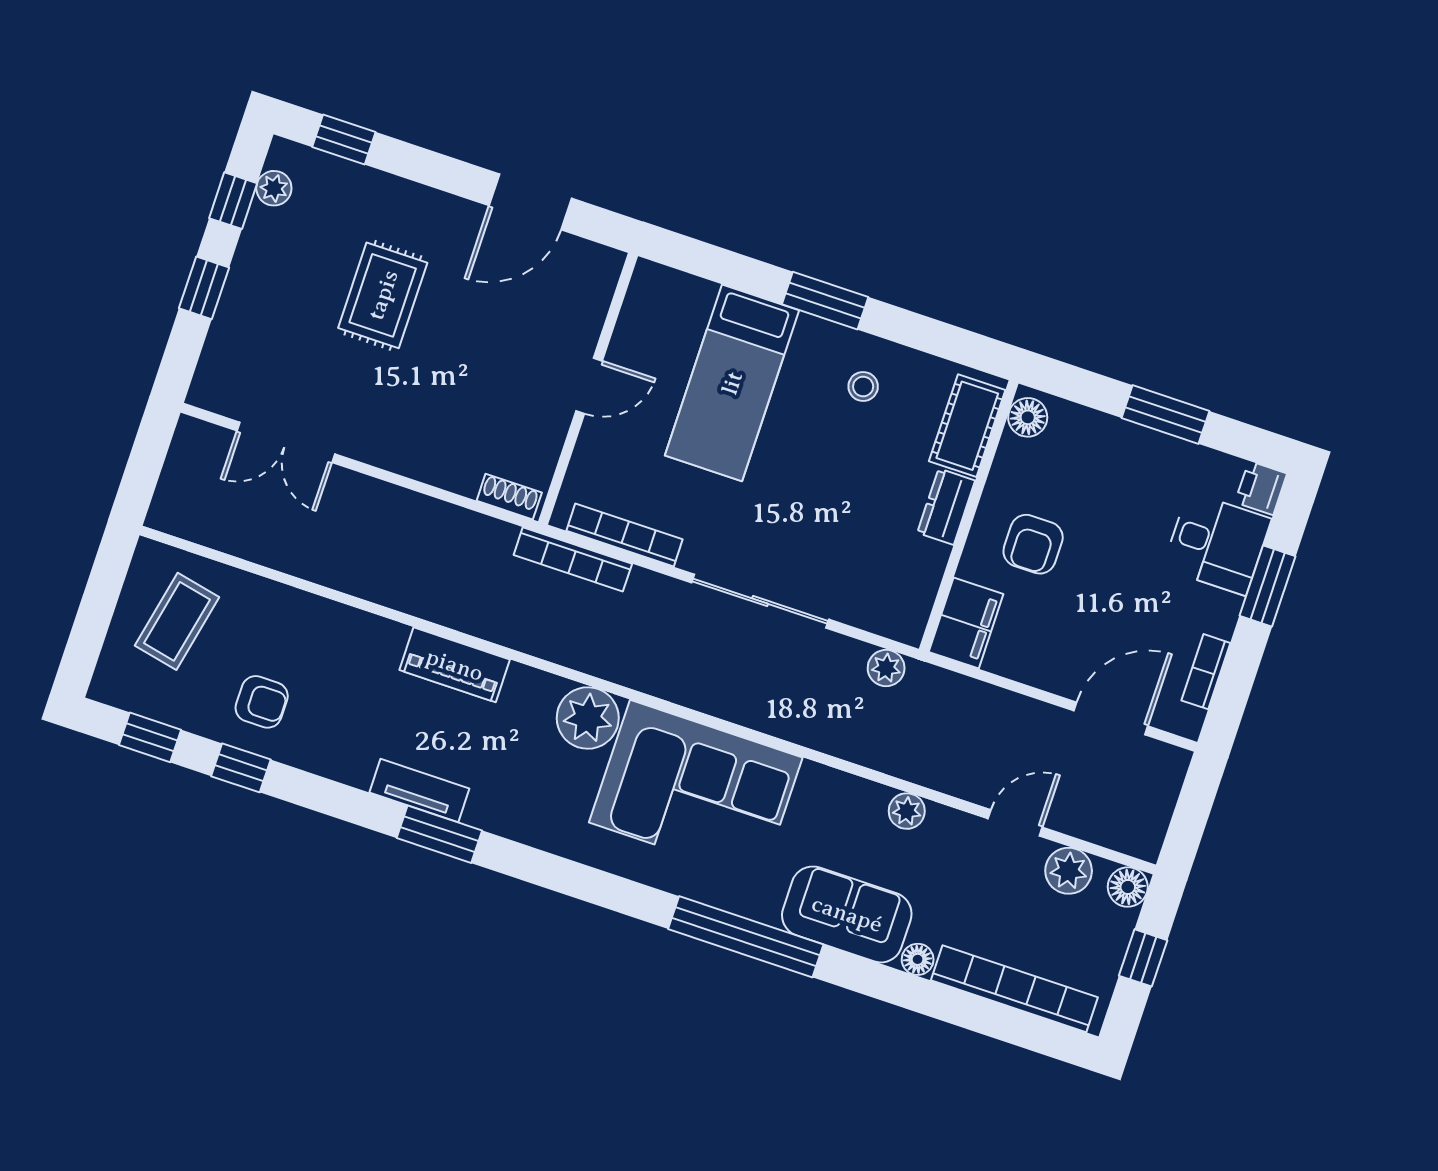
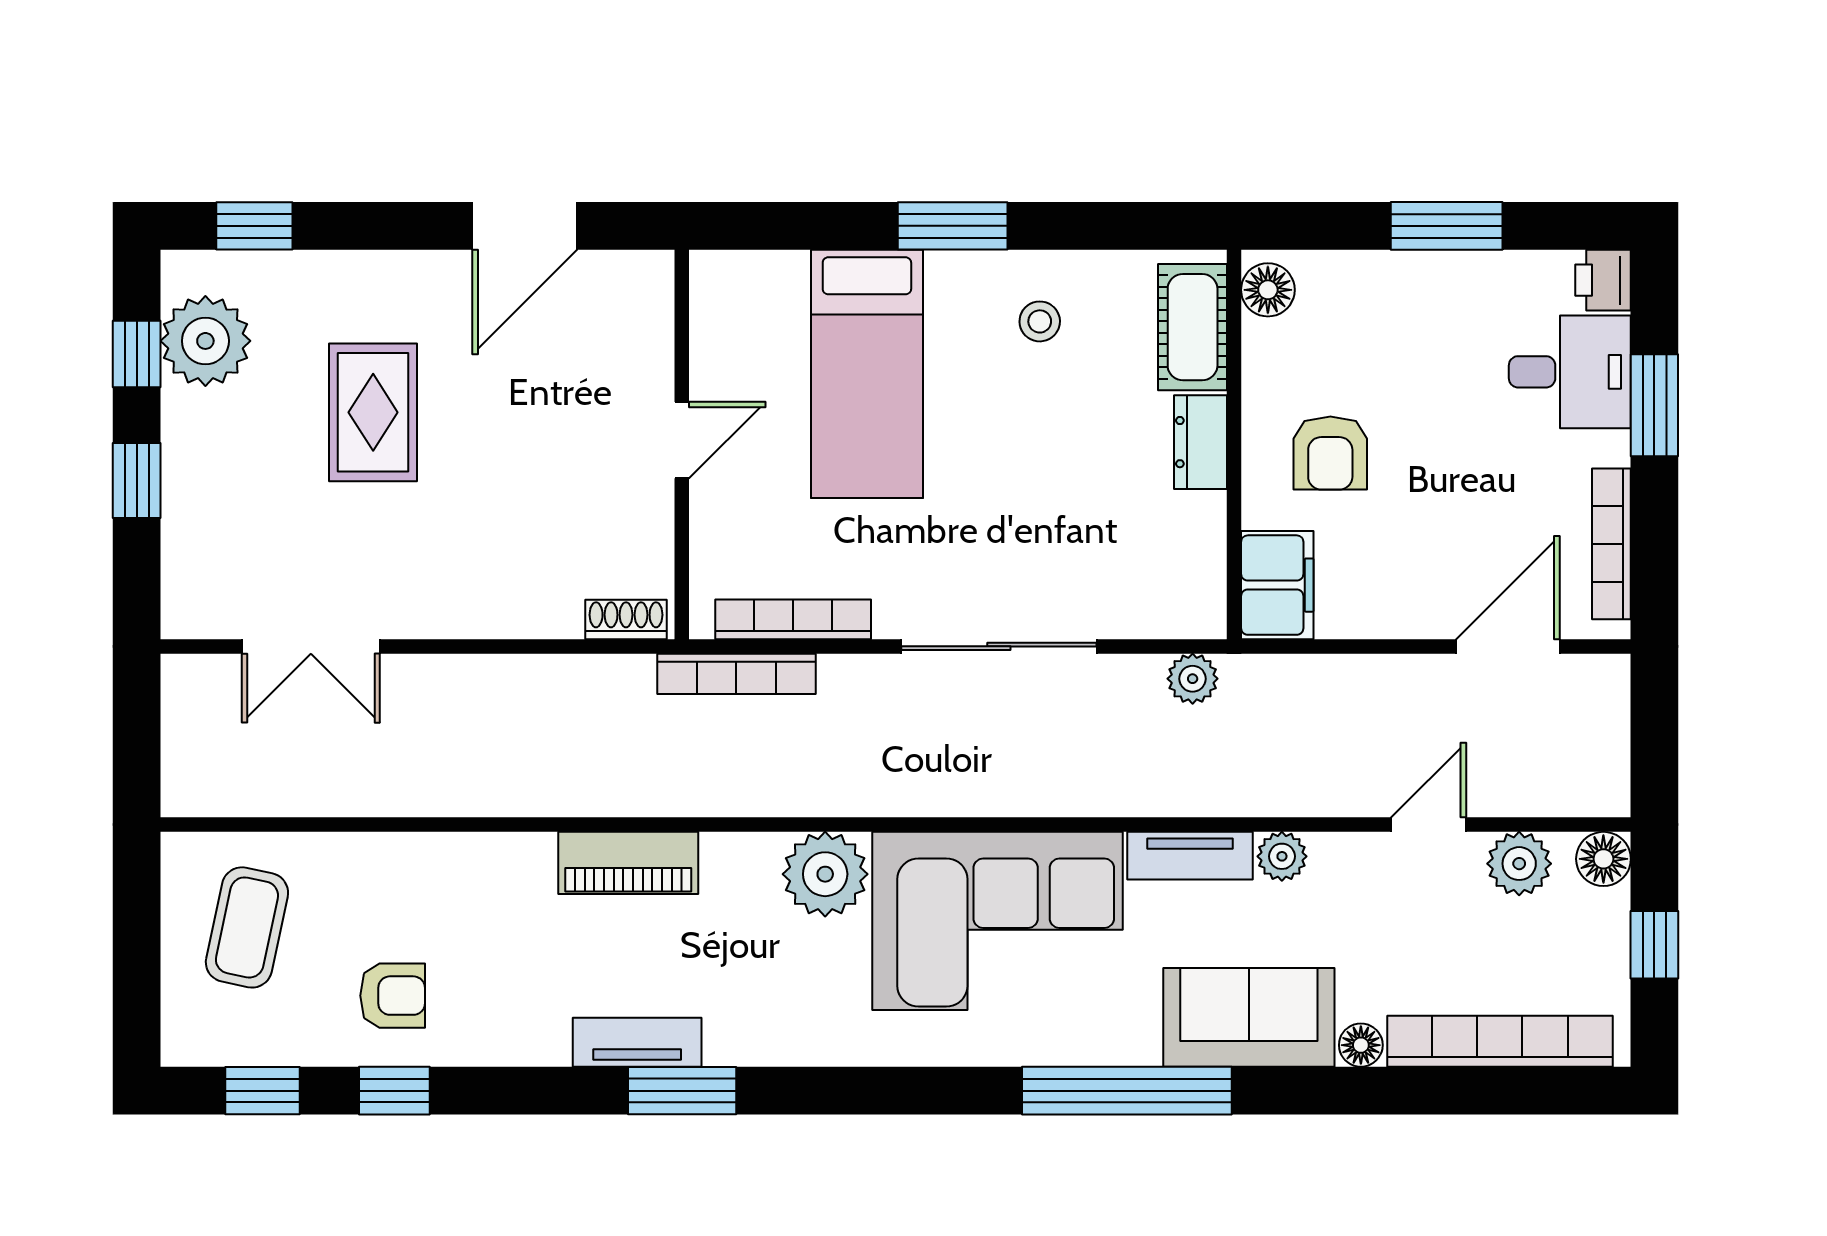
plant: (274, 188) -> (205, 341), width x1.87, depth x1.87
bookcase: (1206, 672) -> (1611, 544), width x1.56
tv unit: (843, 789) -> (1190, 856), added

